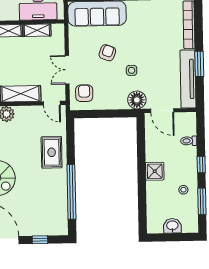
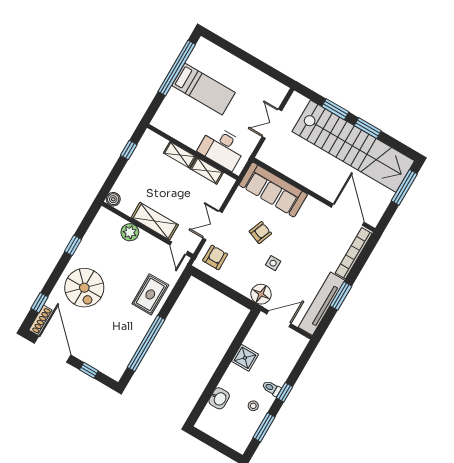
door: (162, 111) -> (279, 319), swing flipped
toilet: (189, 141) -> (271, 388), moved
shower: (155, 171) -> (245, 358), moved
washbasin: (172, 226) -> (219, 398), moved, turned 90

